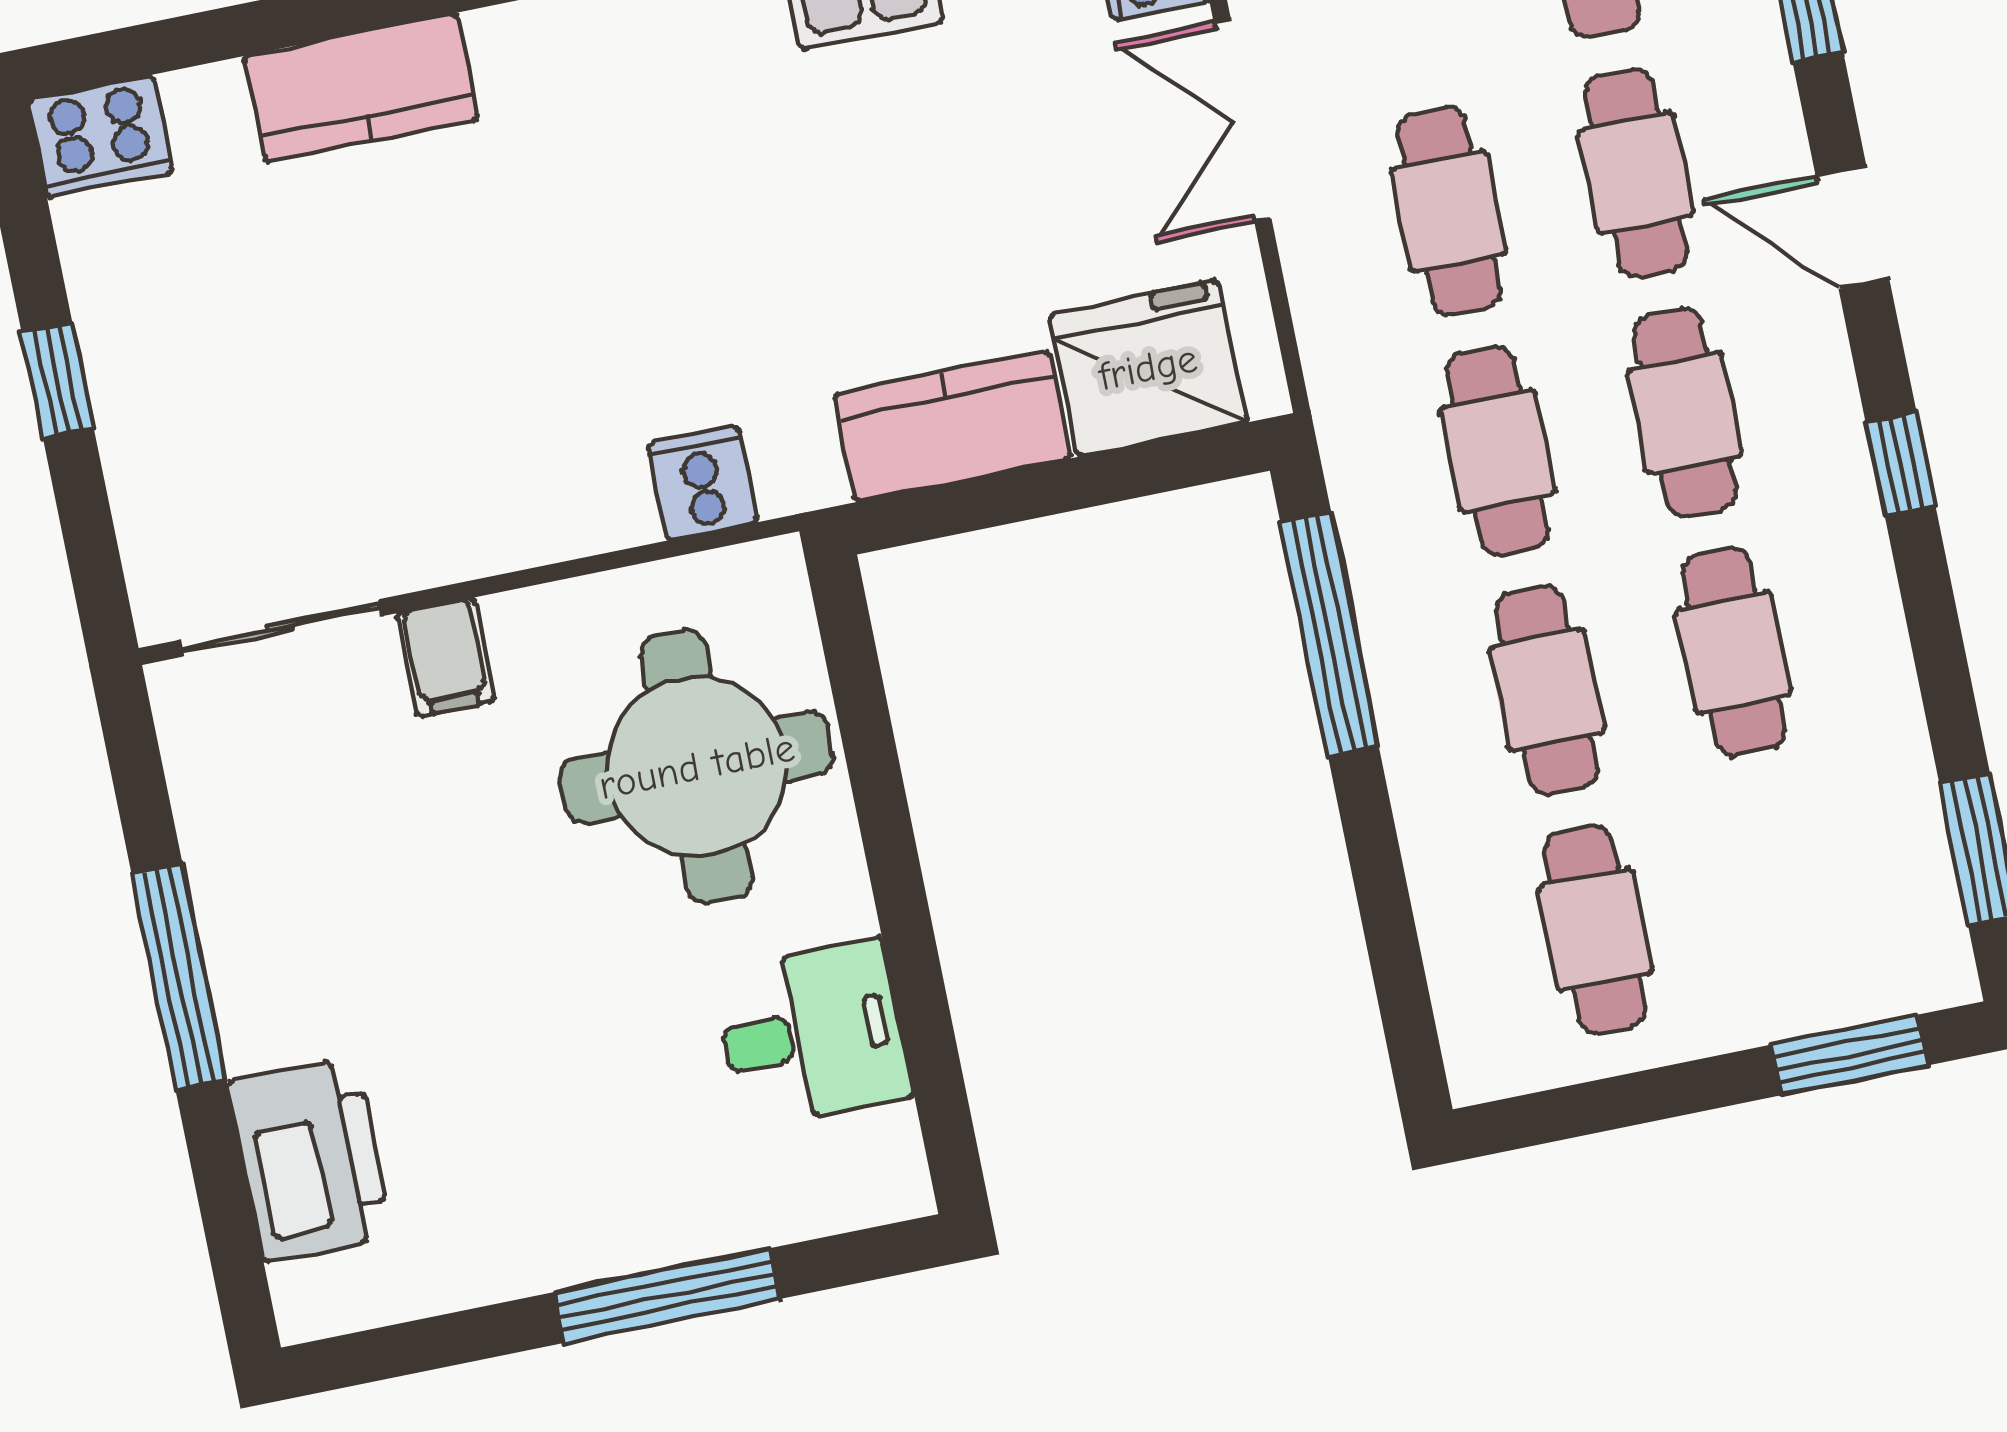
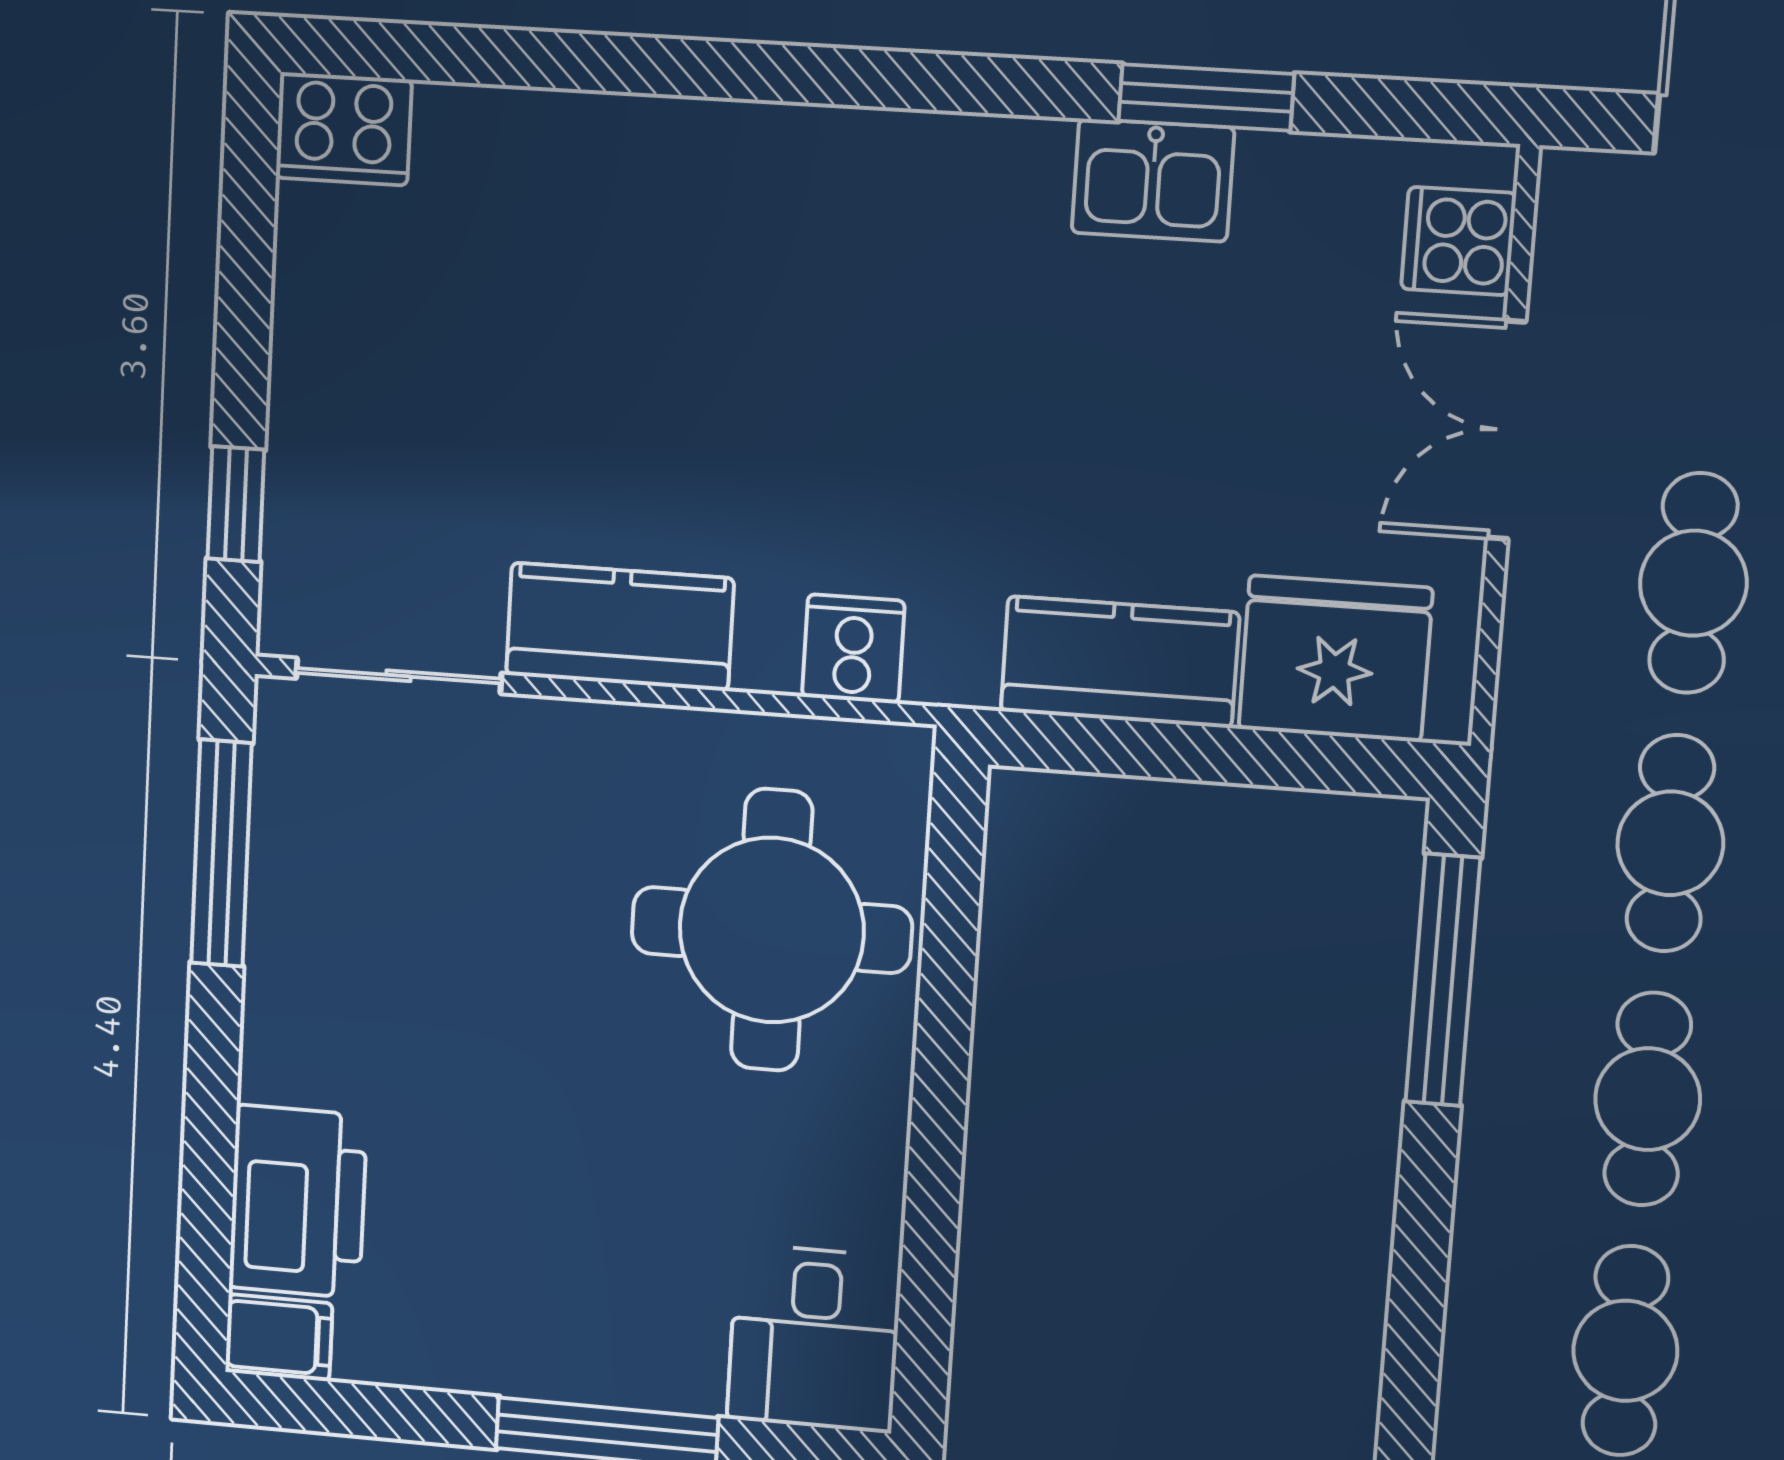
kitchen counter: (361, 88) -> (620, 627), moved, turned 180
window: (58, 380) -> (236, 504), moved
filing cabinet: (446, 657) -> (279, 1338), moved, turned -90
window: (179, 977) -> (221, 853), moved
desk: (812, 1034) -> (814, 1338), moved, turned 90

